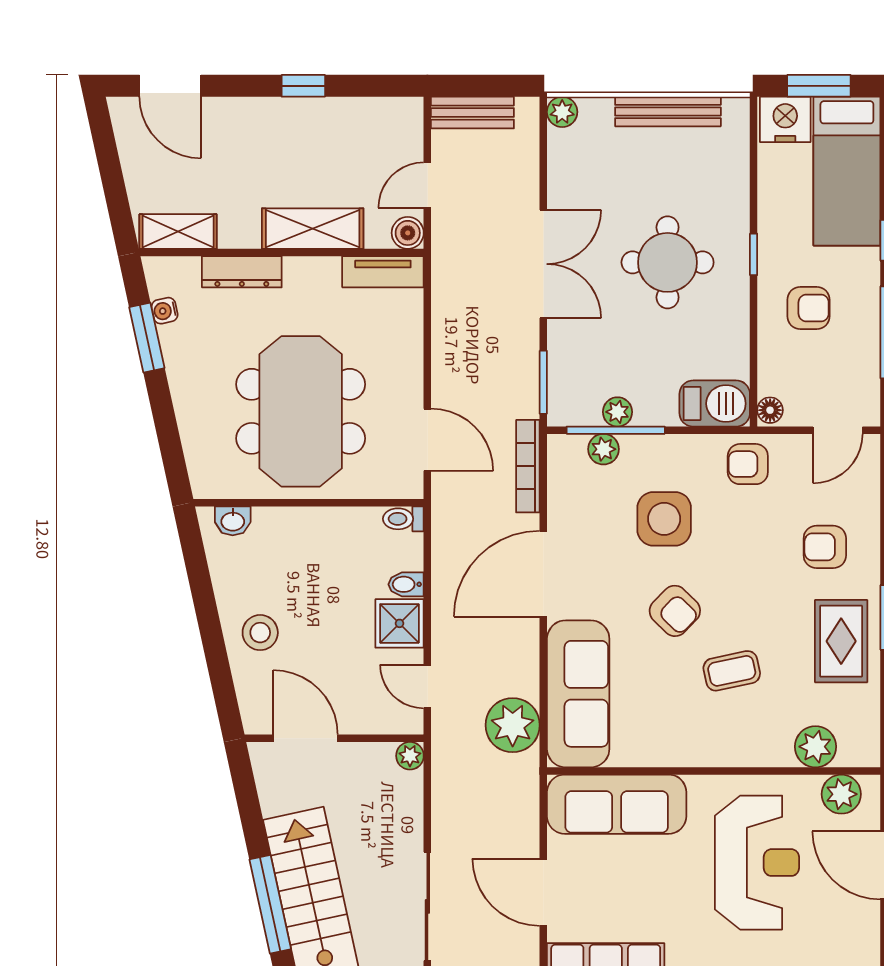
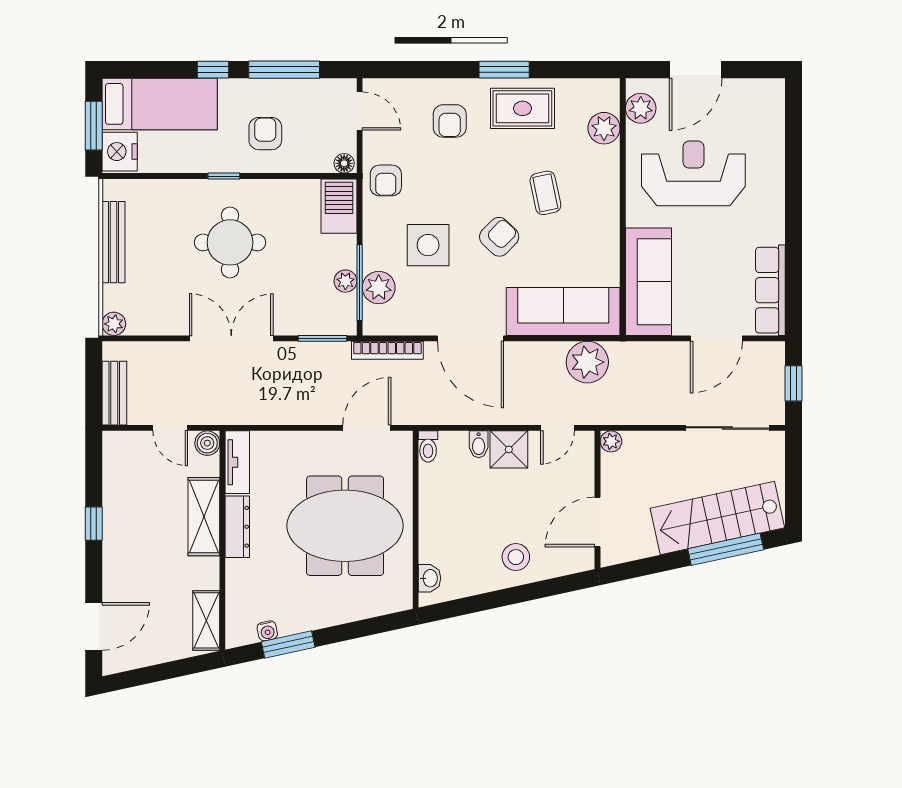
dresser: (242, 272) -> (237, 527), moved
plant: (603, 449) -> (379, 288), width x1.38, depth x1.38

